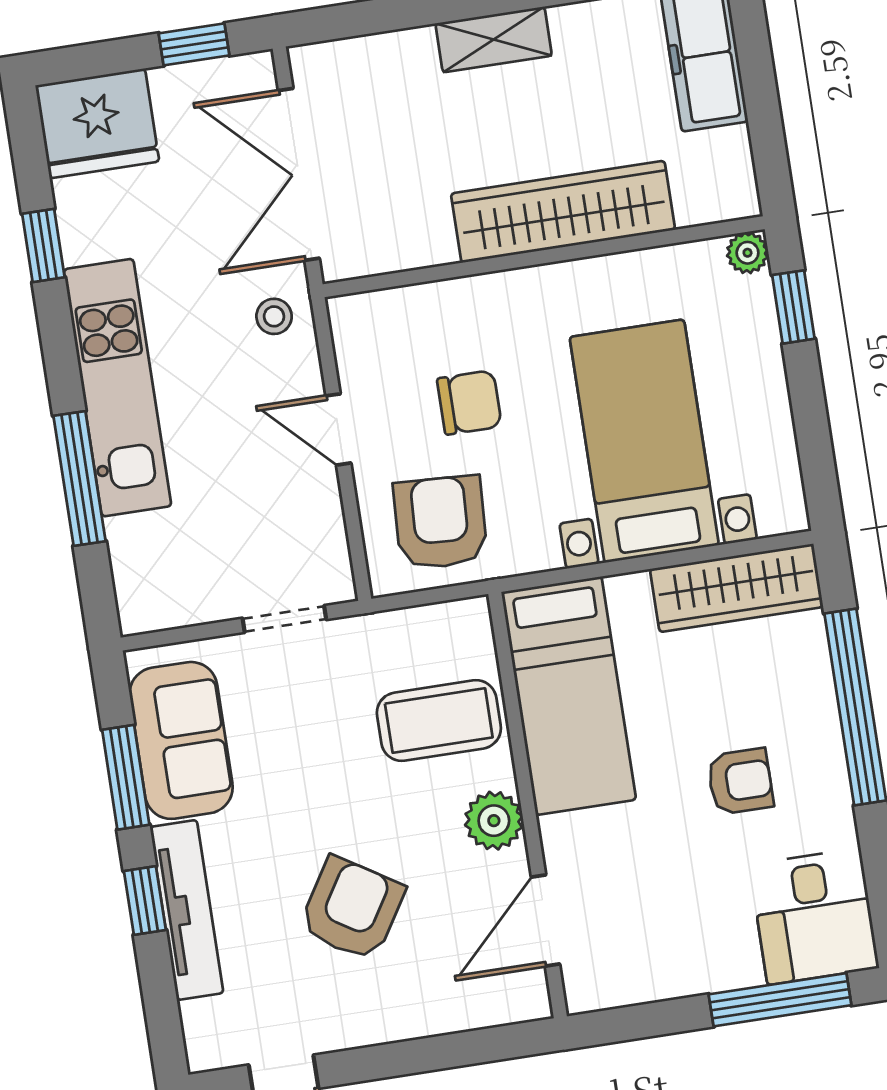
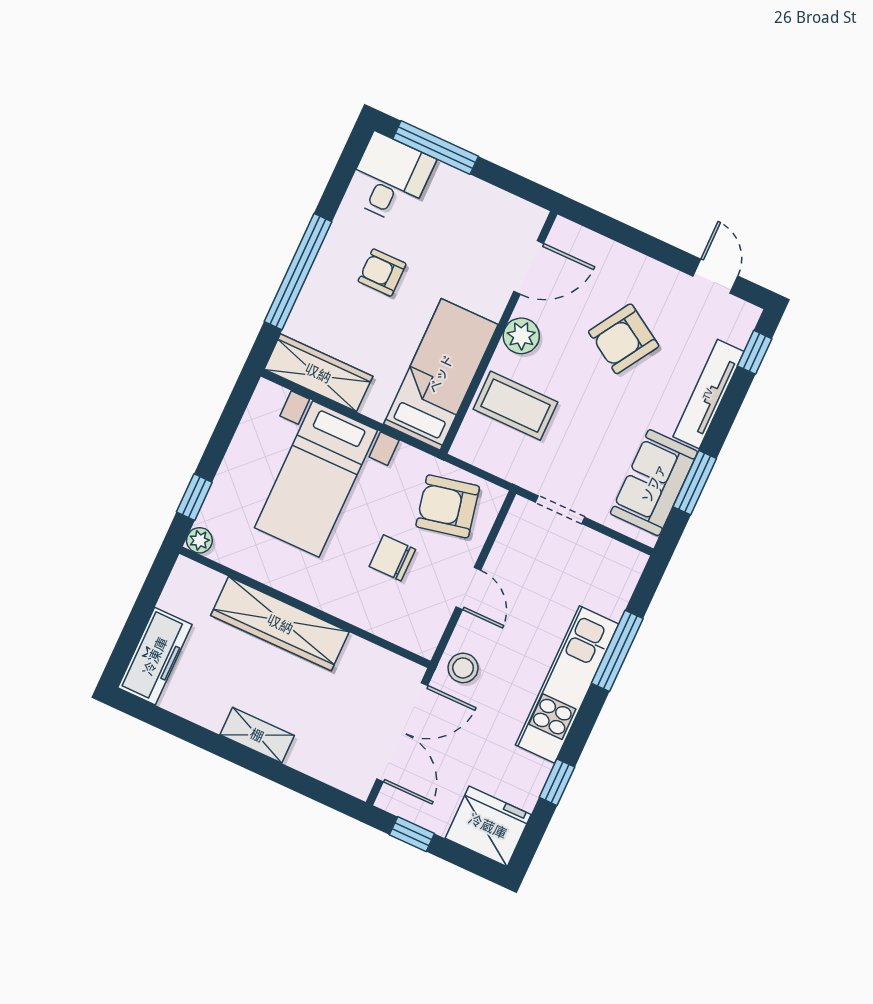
stool: (274, 316) -> (463, 668), width x1.37, depth x1.37
armchair: (440, 522) -> (448, 506), turned 75
window: (145, 901) -> (755, 352), moved

